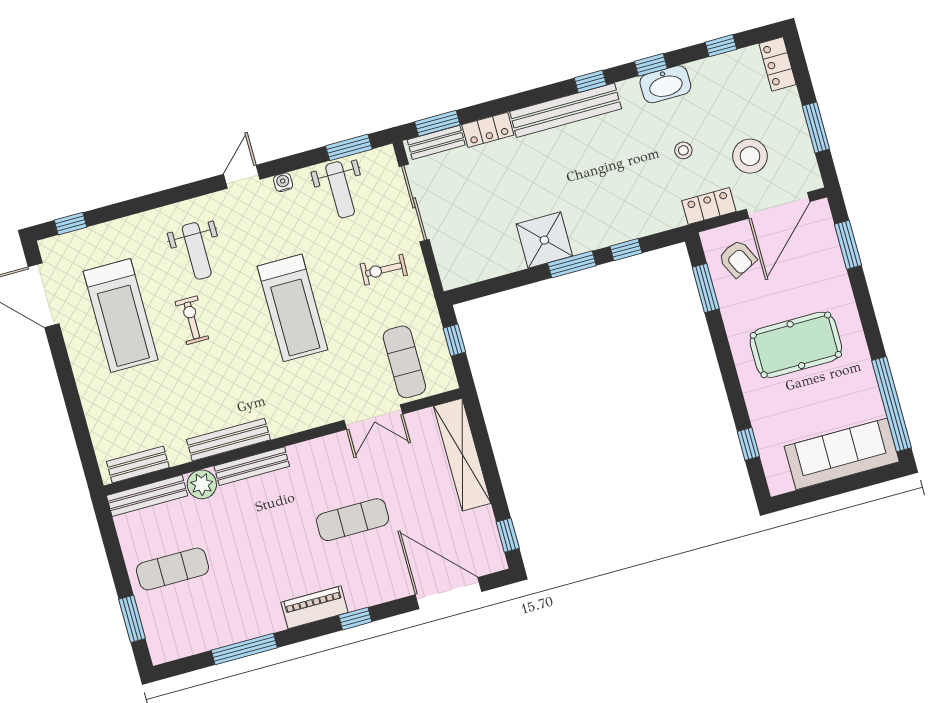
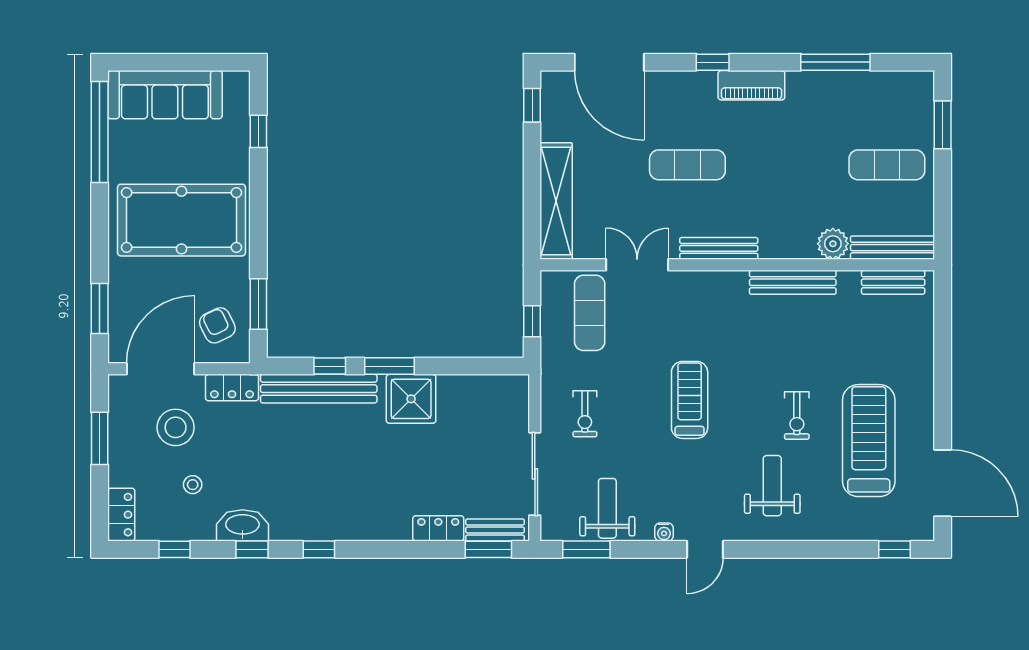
bench: (566, 110) -> (319, 389), moved
stool: (683, 150) -> (193, 485), moved
exercise bike: (384, 270) -> (585, 414), turned 88
treadmill: (293, 308) -> (690, 400), width x0.73, depth x0.73
pool table: (796, 345) -> (181, 220), width x1.36, depth x1.32
bench: (252, 466) -> (719, 248), moved

